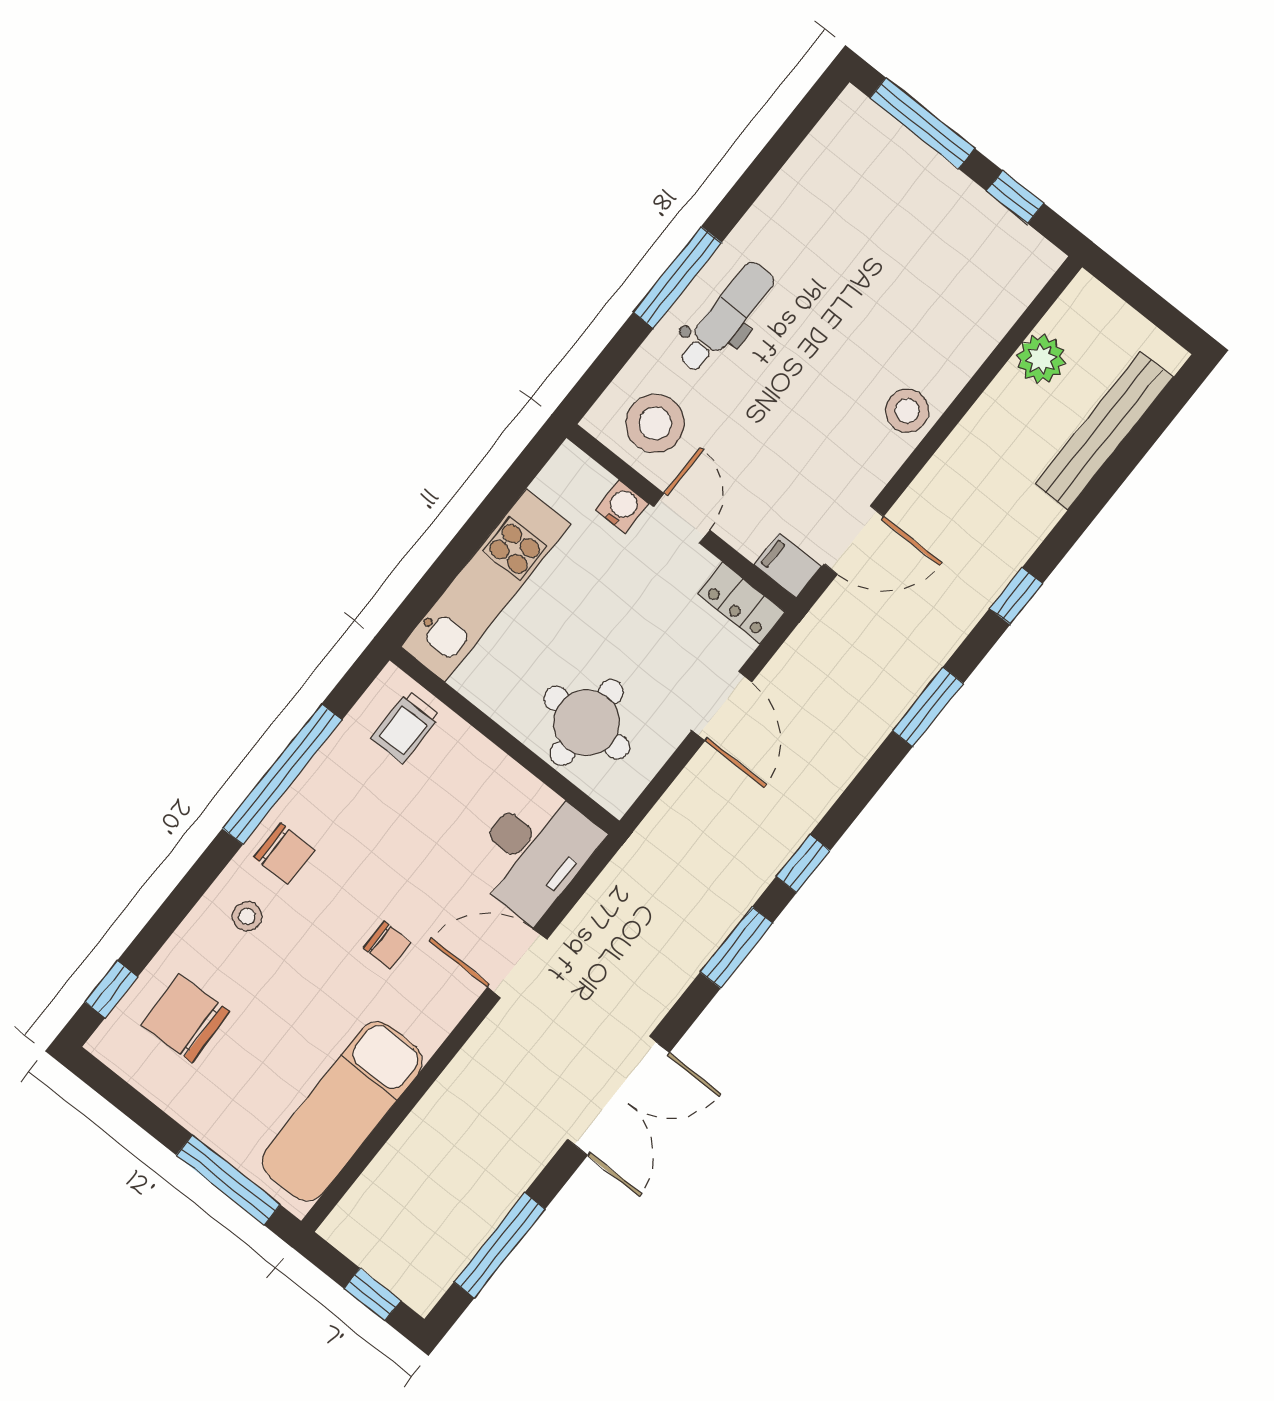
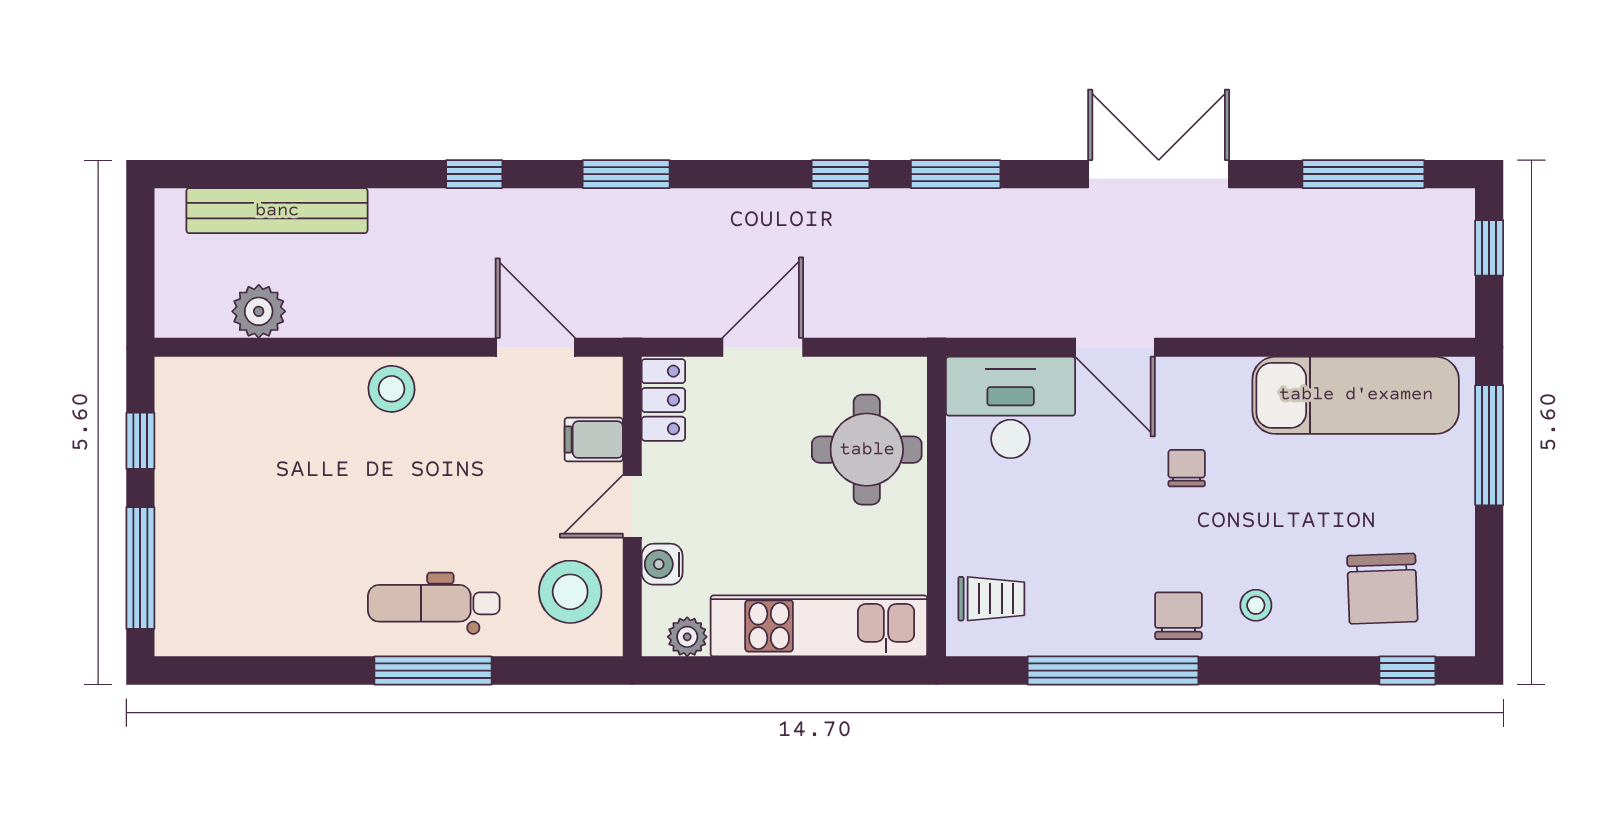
plant: (554, 483) -> (687, 637), added
filing cabinet: (788, 565) -> (594, 440), moved, turned 90

